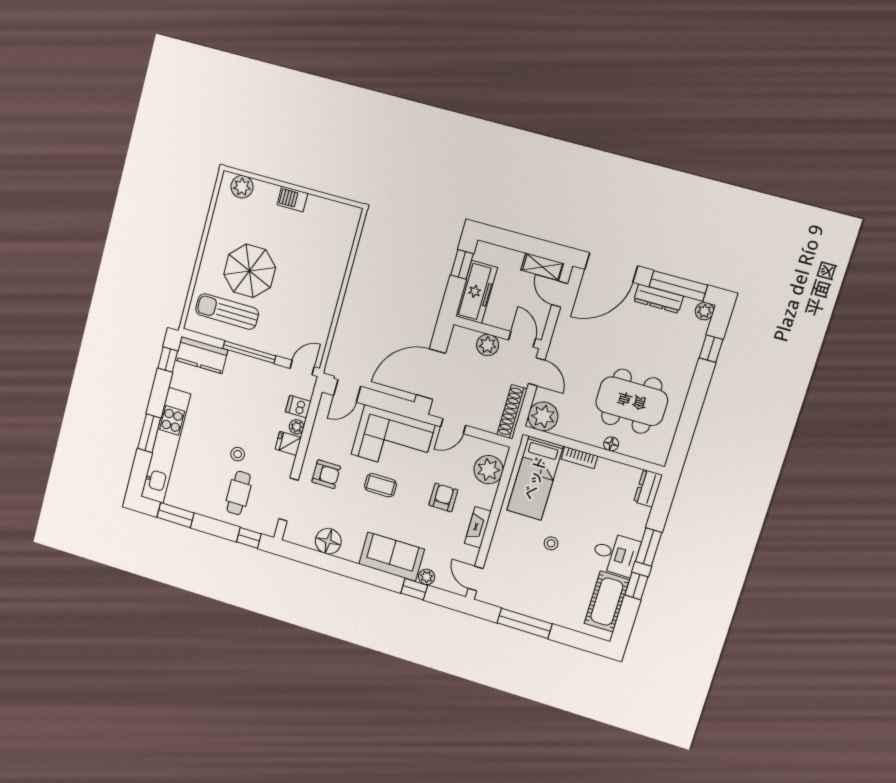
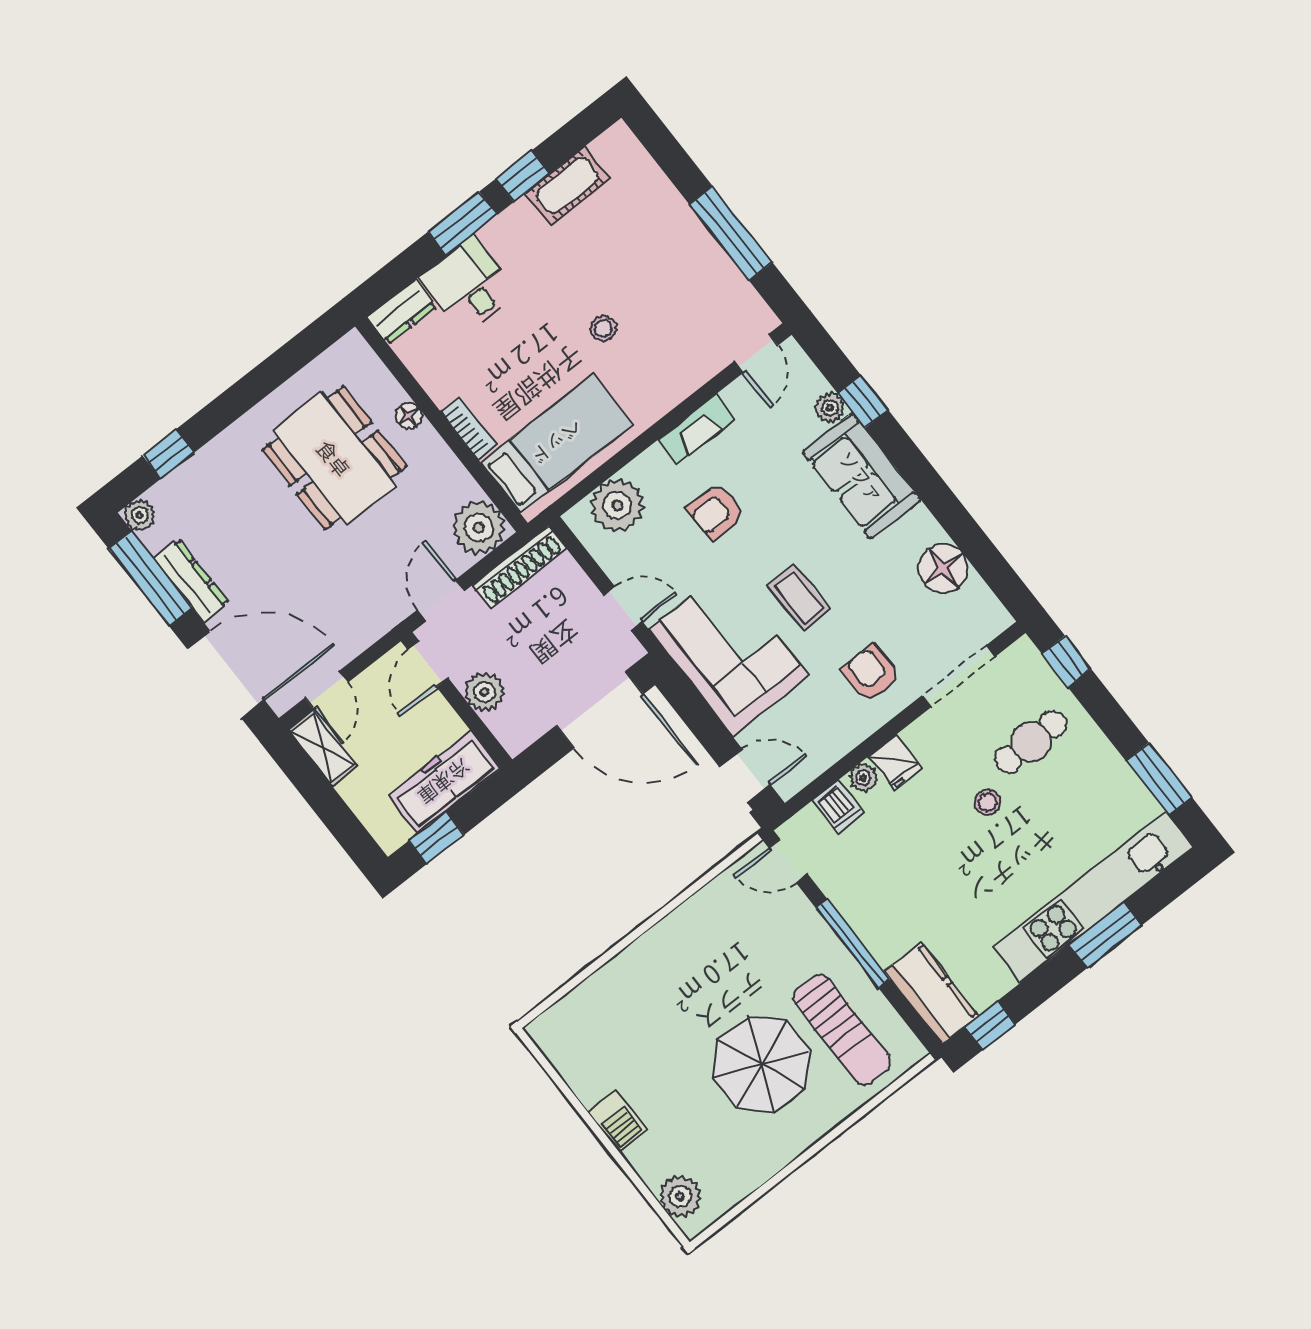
desk: (616, 554) -> (469, 285), moved
cot: (607, 602) -> (568, 186), width x0.73, depth x0.75

